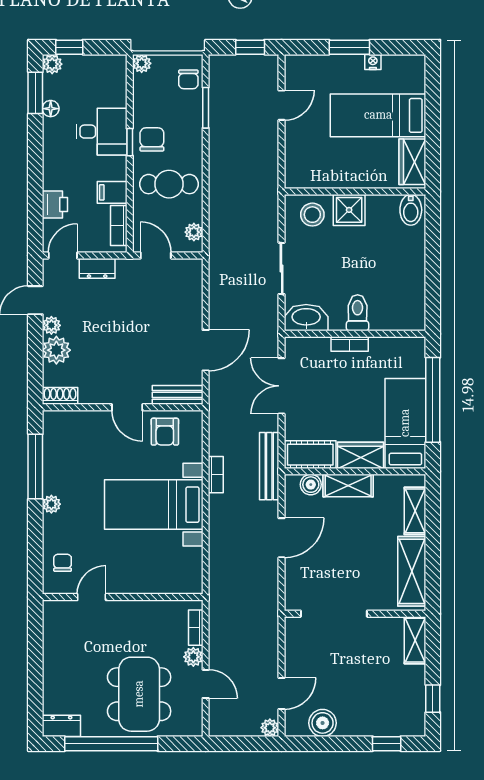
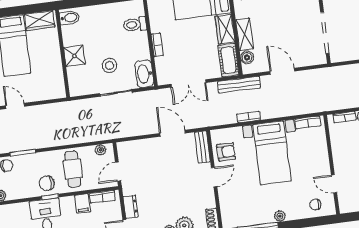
stool: (312, 215) -> (110, 65), moved
toilet: (358, 313) -> (135, 24), moved
bookcase: (195, 568) -> (308, 122), added

